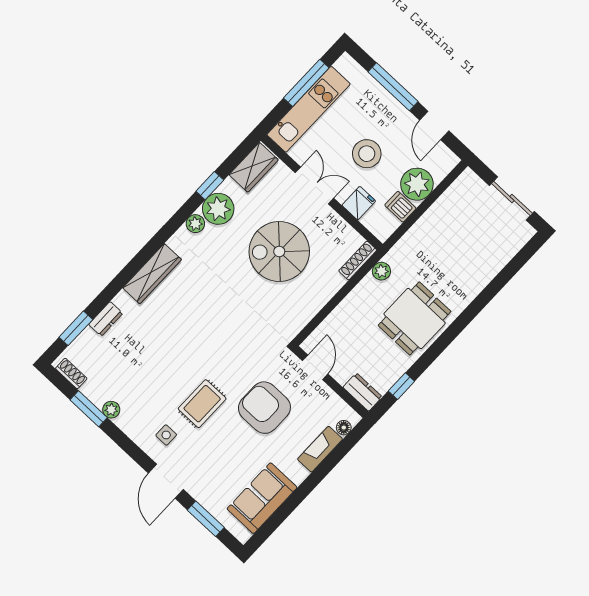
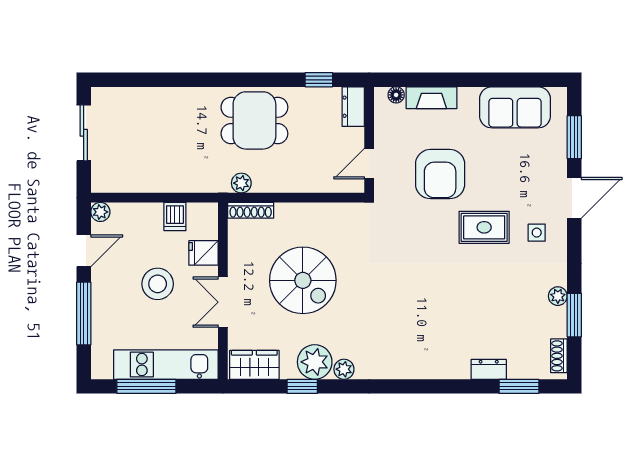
plant: (417, 184) -> (100, 212), moved, width x0.53, depth x0.53
wardrobe: (152, 274) -> (417, 366), removed

